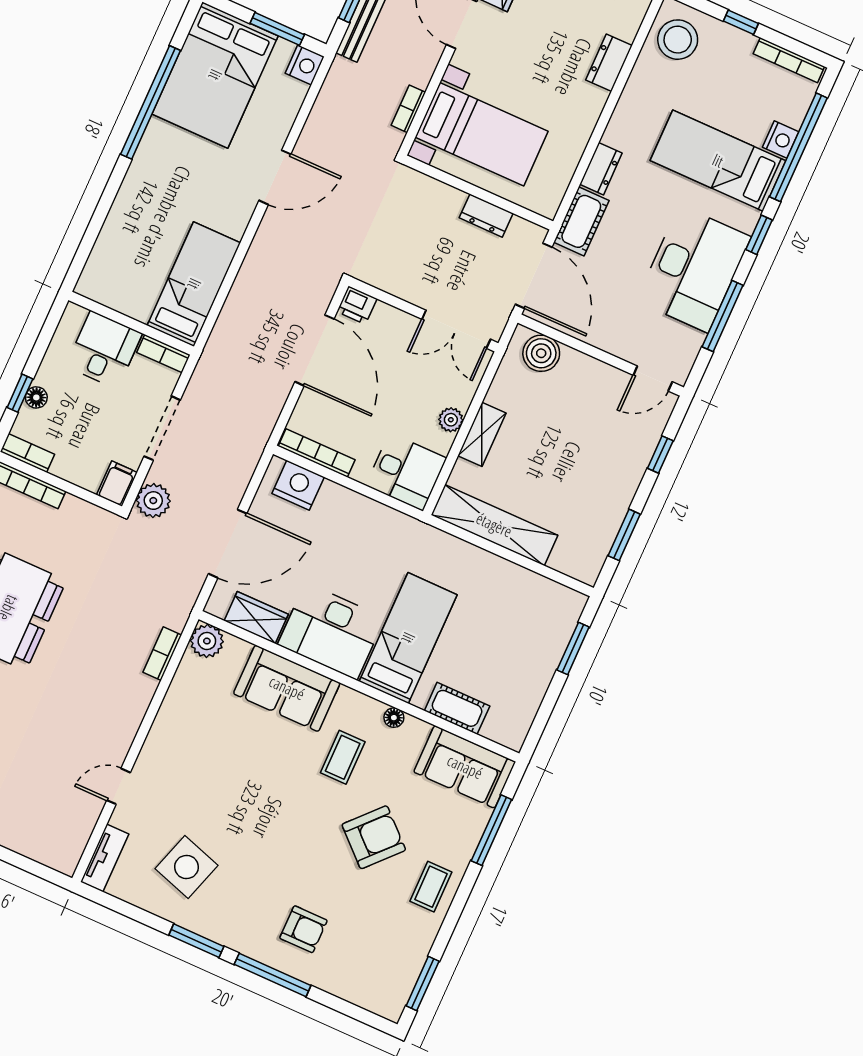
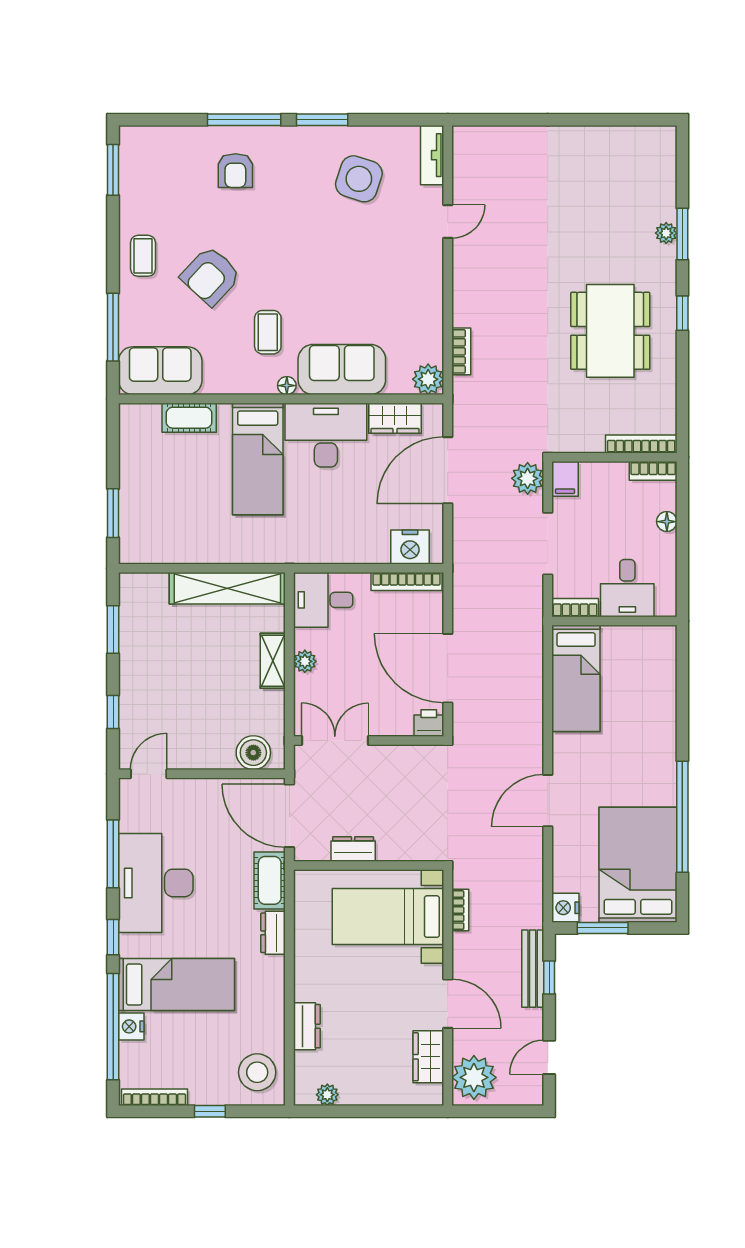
window: (20, 393) -> (682, 519), removed
floor lamp: (394, 718) -> (287, 386), moved
armchair: (303, 929) -> (235, 171), turned -90

